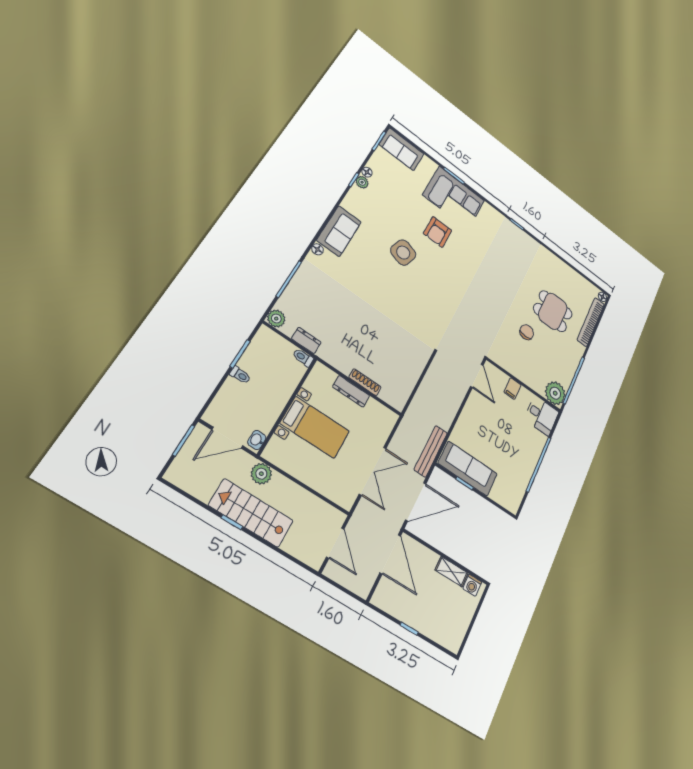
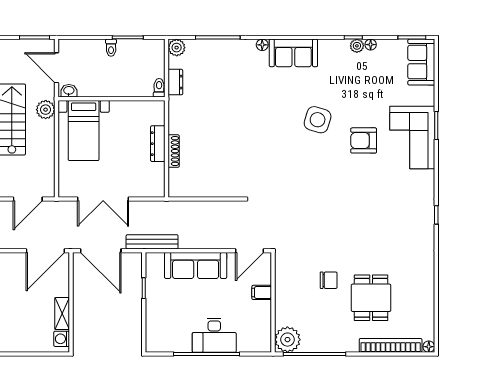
desk: (542, 416) -> (214, 335), moved, width x1.37
bed with nightstands: (315, 427) -> (84, 131), moved
sofa: (468, 469) -> (196, 265), moved, turned 90

